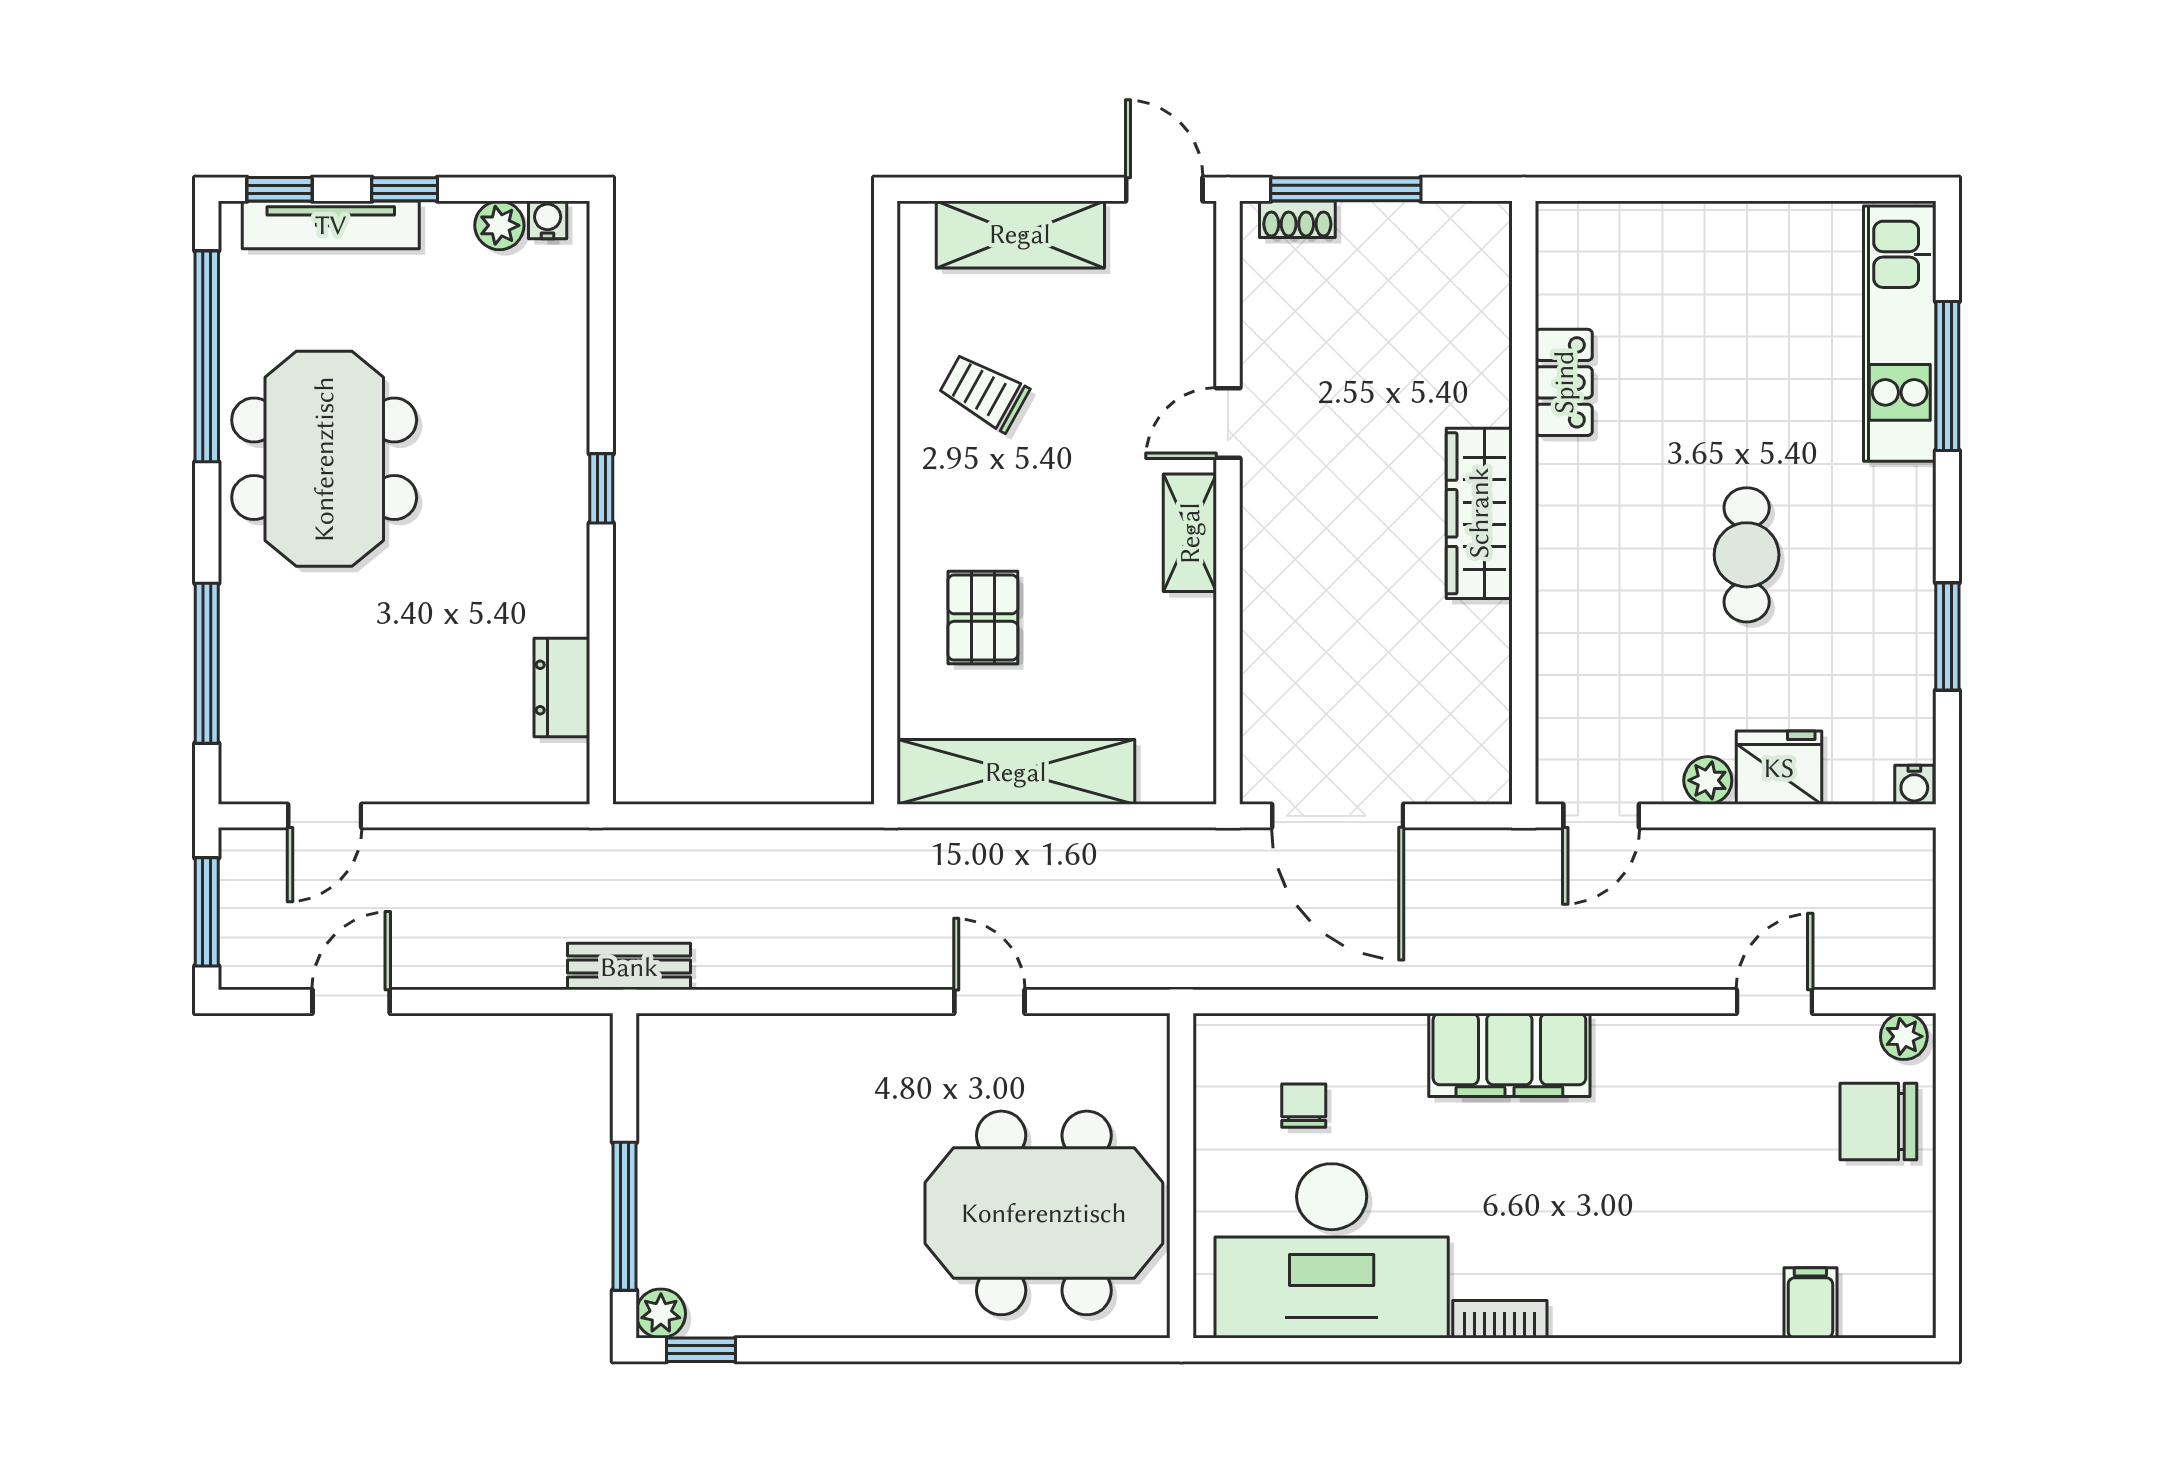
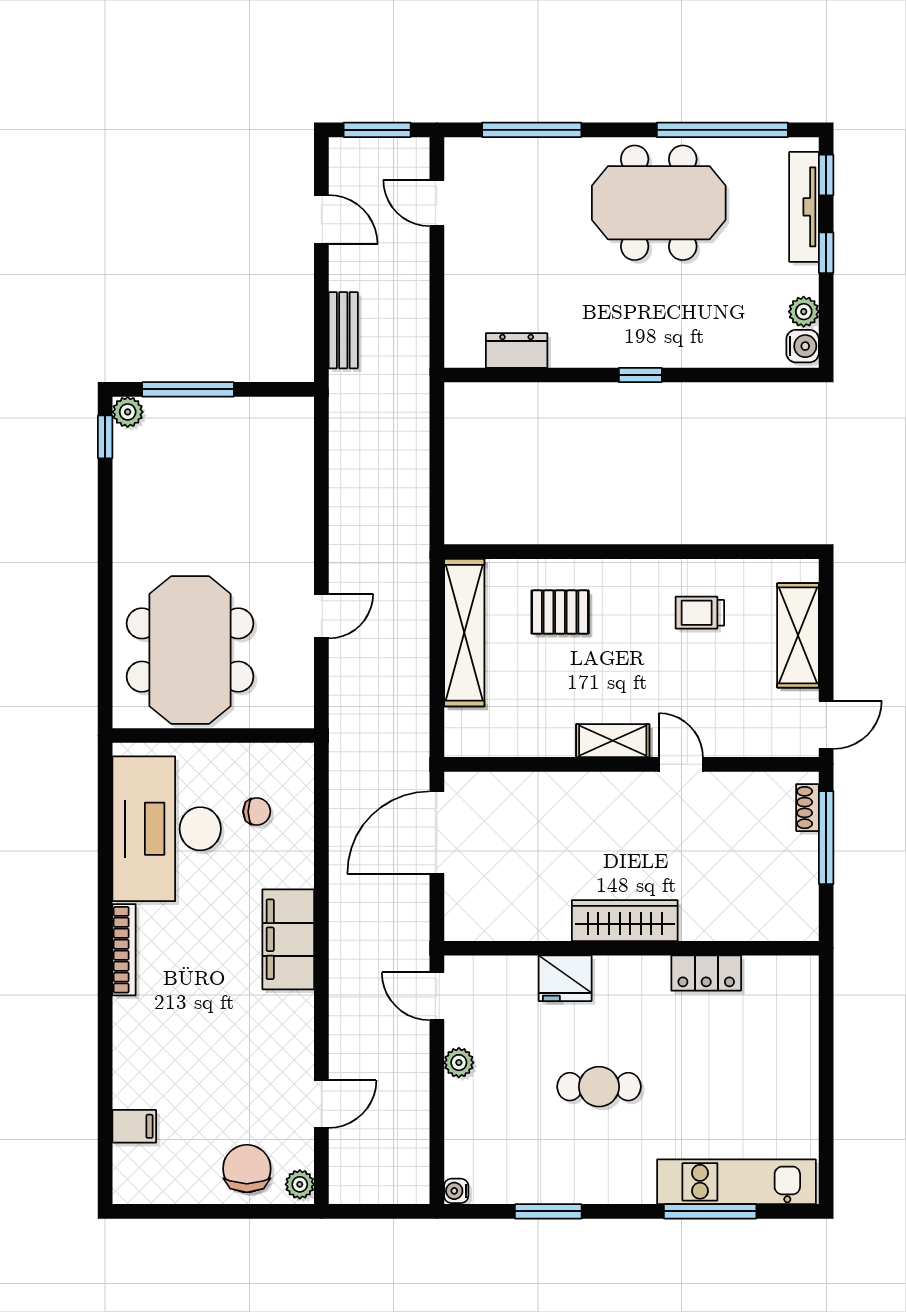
water cooler: (548, 220) -> (803, 346), width x1.38, depth x1.38
trolley: (984, 392) -> (700, 613), turned -119
fridge: (1779, 768) -> (565, 978), moved, turned 90
bench: (629, 967) -> (343, 330), moved
door: (1774, 1002) -> (321, 1104), hinge flipped
bookcase: (1500, 1319) -> (124, 950), width x1.56

